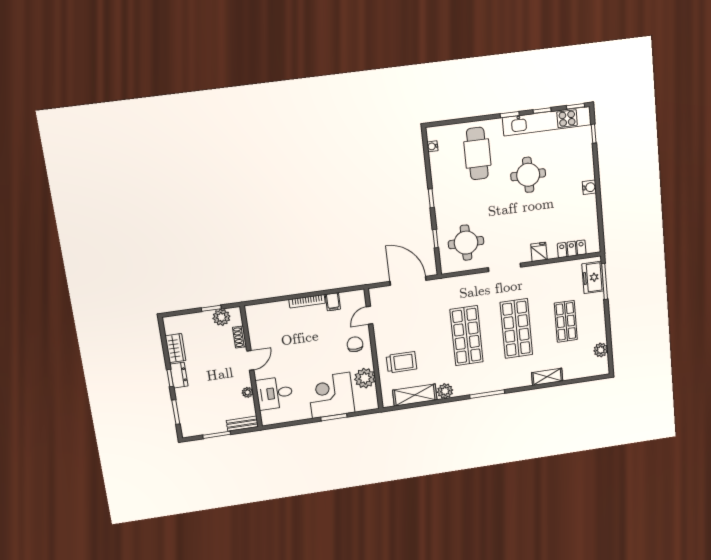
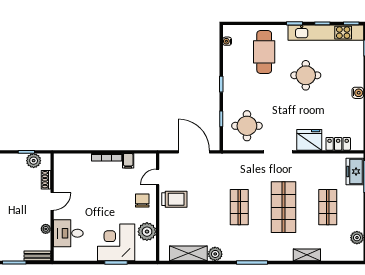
fridge: (539, 252) -> (309, 140), width x1.88, depth x1.34
shop shelf: (467, 336) -> (239, 207), width x0.70, depth x0.74
trolley: (401, 362) -> (174, 199), moved

